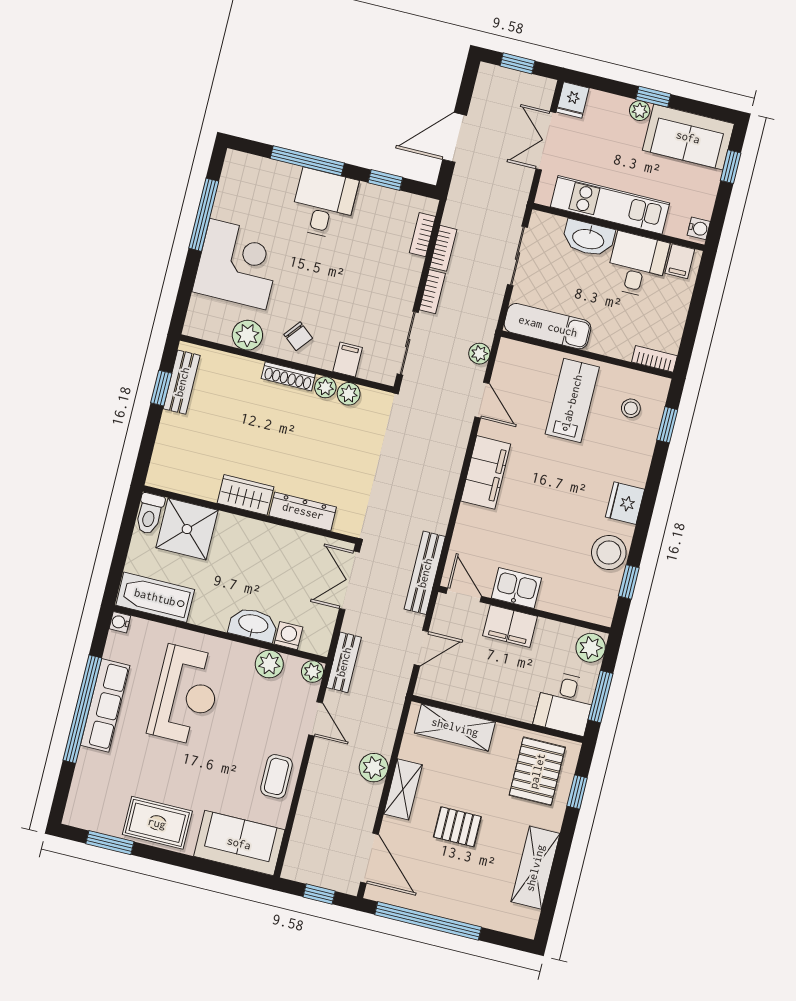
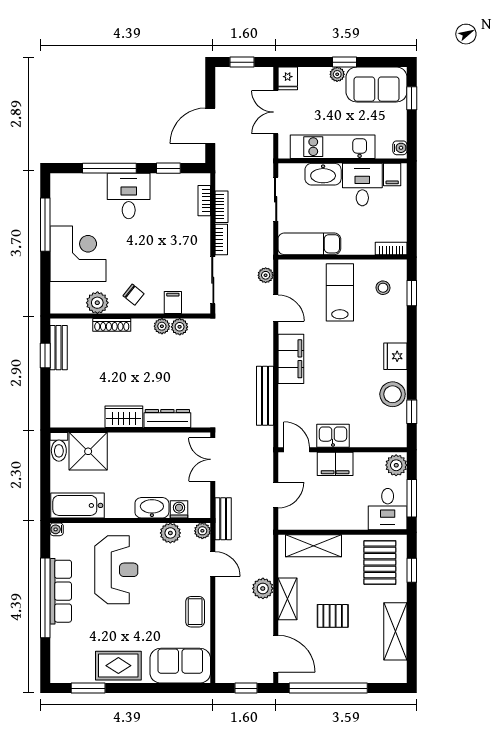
shoe rack: (288, 376) -> (112, 325), moved
bench: (425, 573) -> (265, 396), moved

